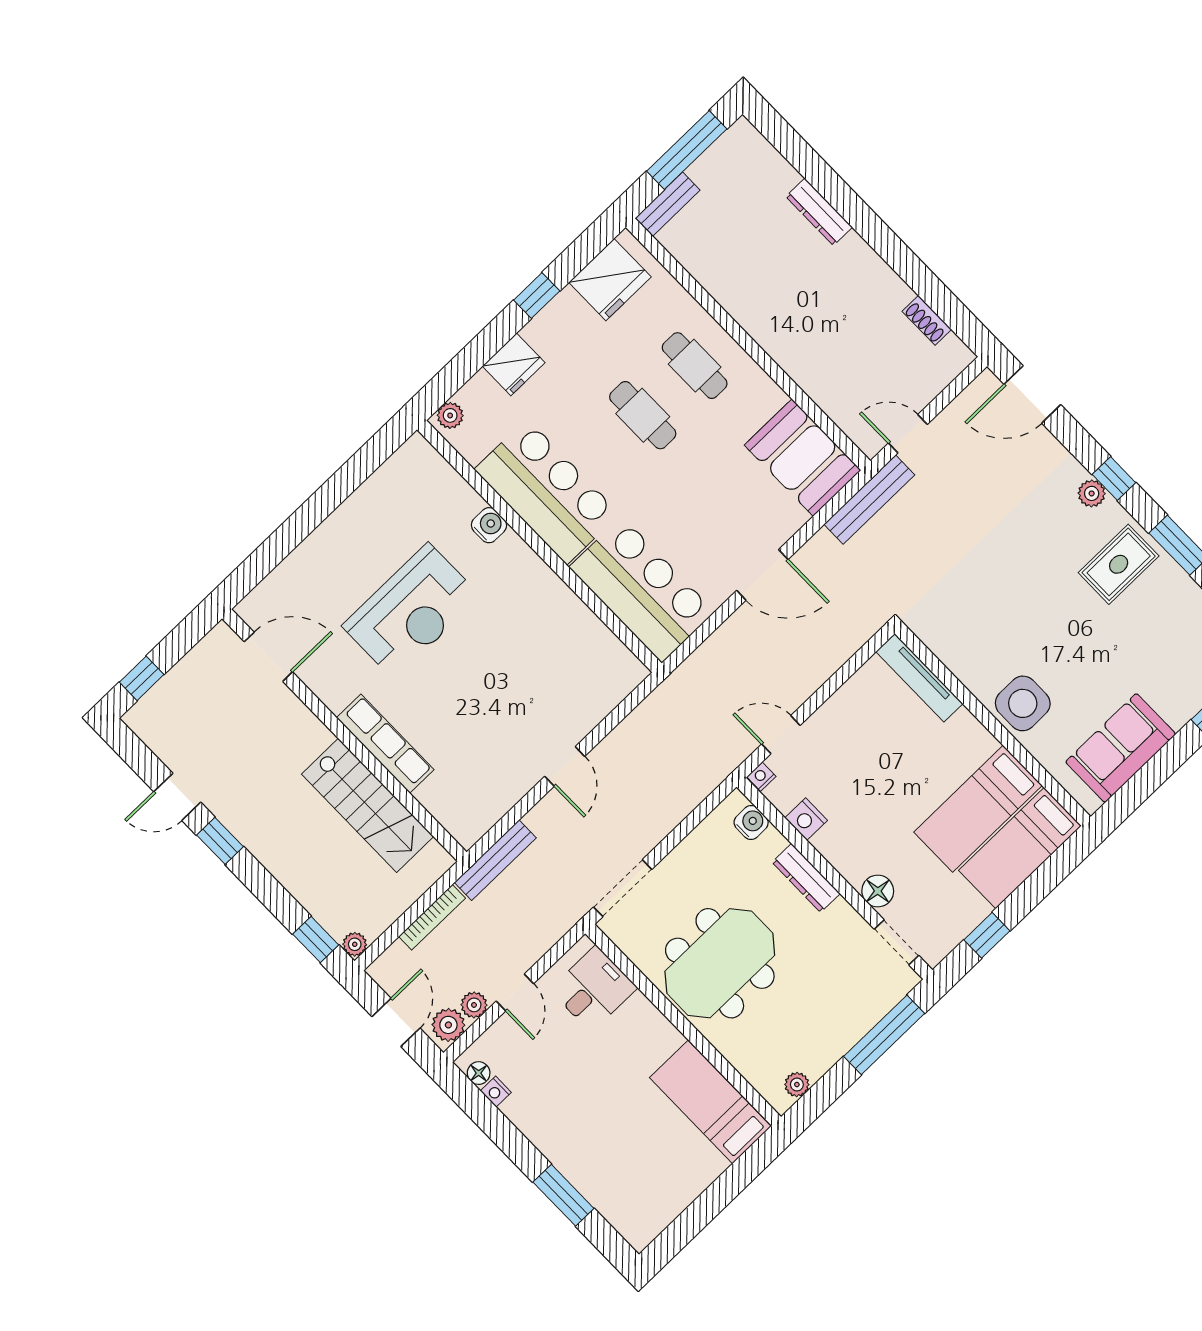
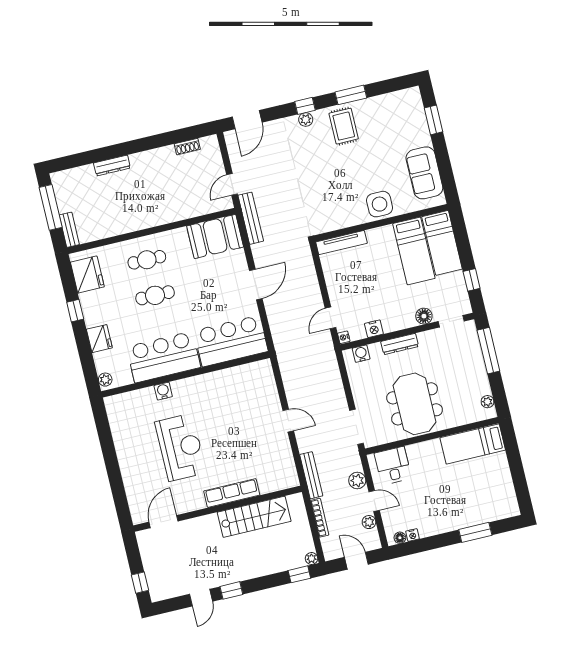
plant: (448, 1025) -> (357, 480), moved

